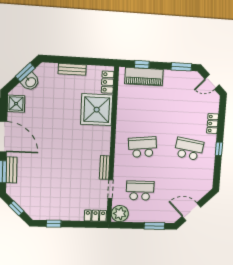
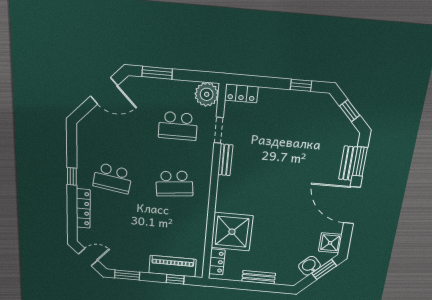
window: (25, 72) -> (324, 270), moved
locker: (213, 124) -> (83, 209), width x1.53

